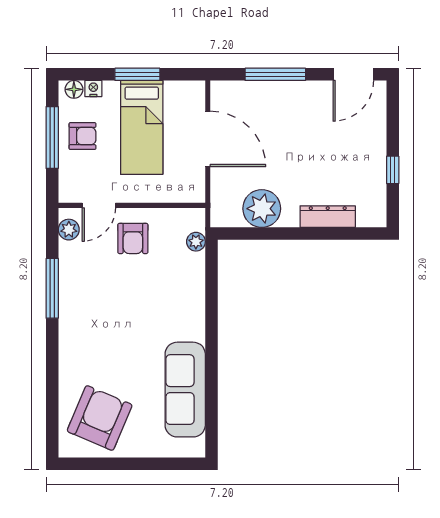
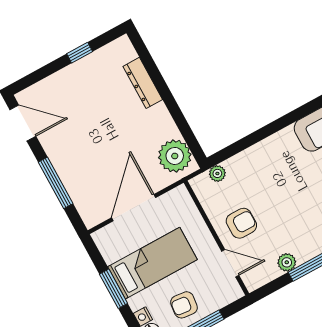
armchair: (82, 136) -> (184, 305), turned -84
plant: (262, 209) -> (175, 156), moved
plant: (69, 230) -> (287, 262), moved

